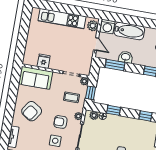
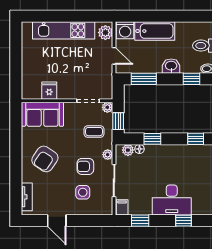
washbasin: (126, 57) -> (171, 66), moved

